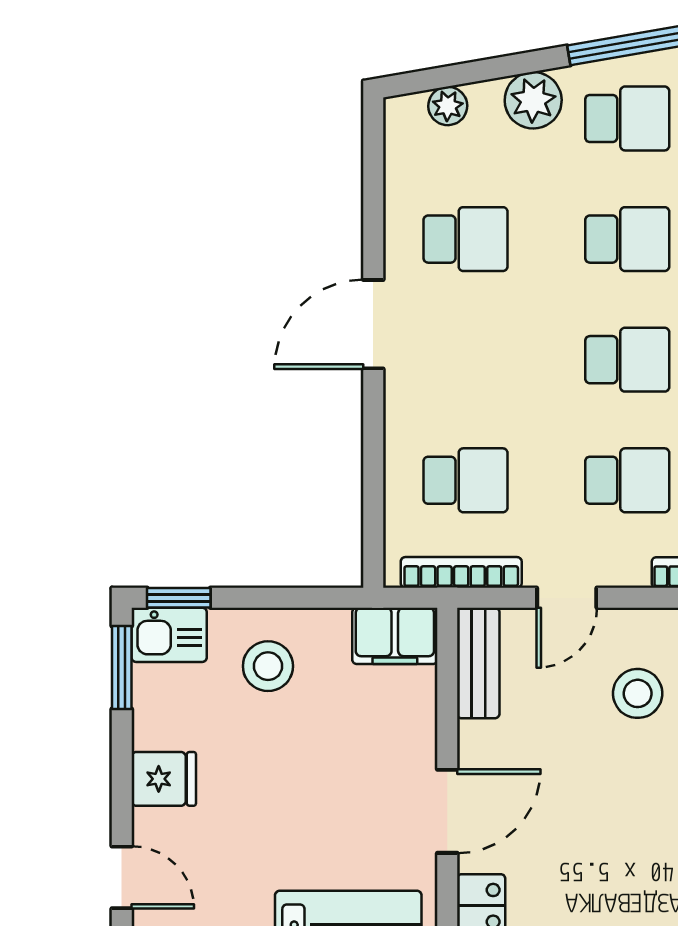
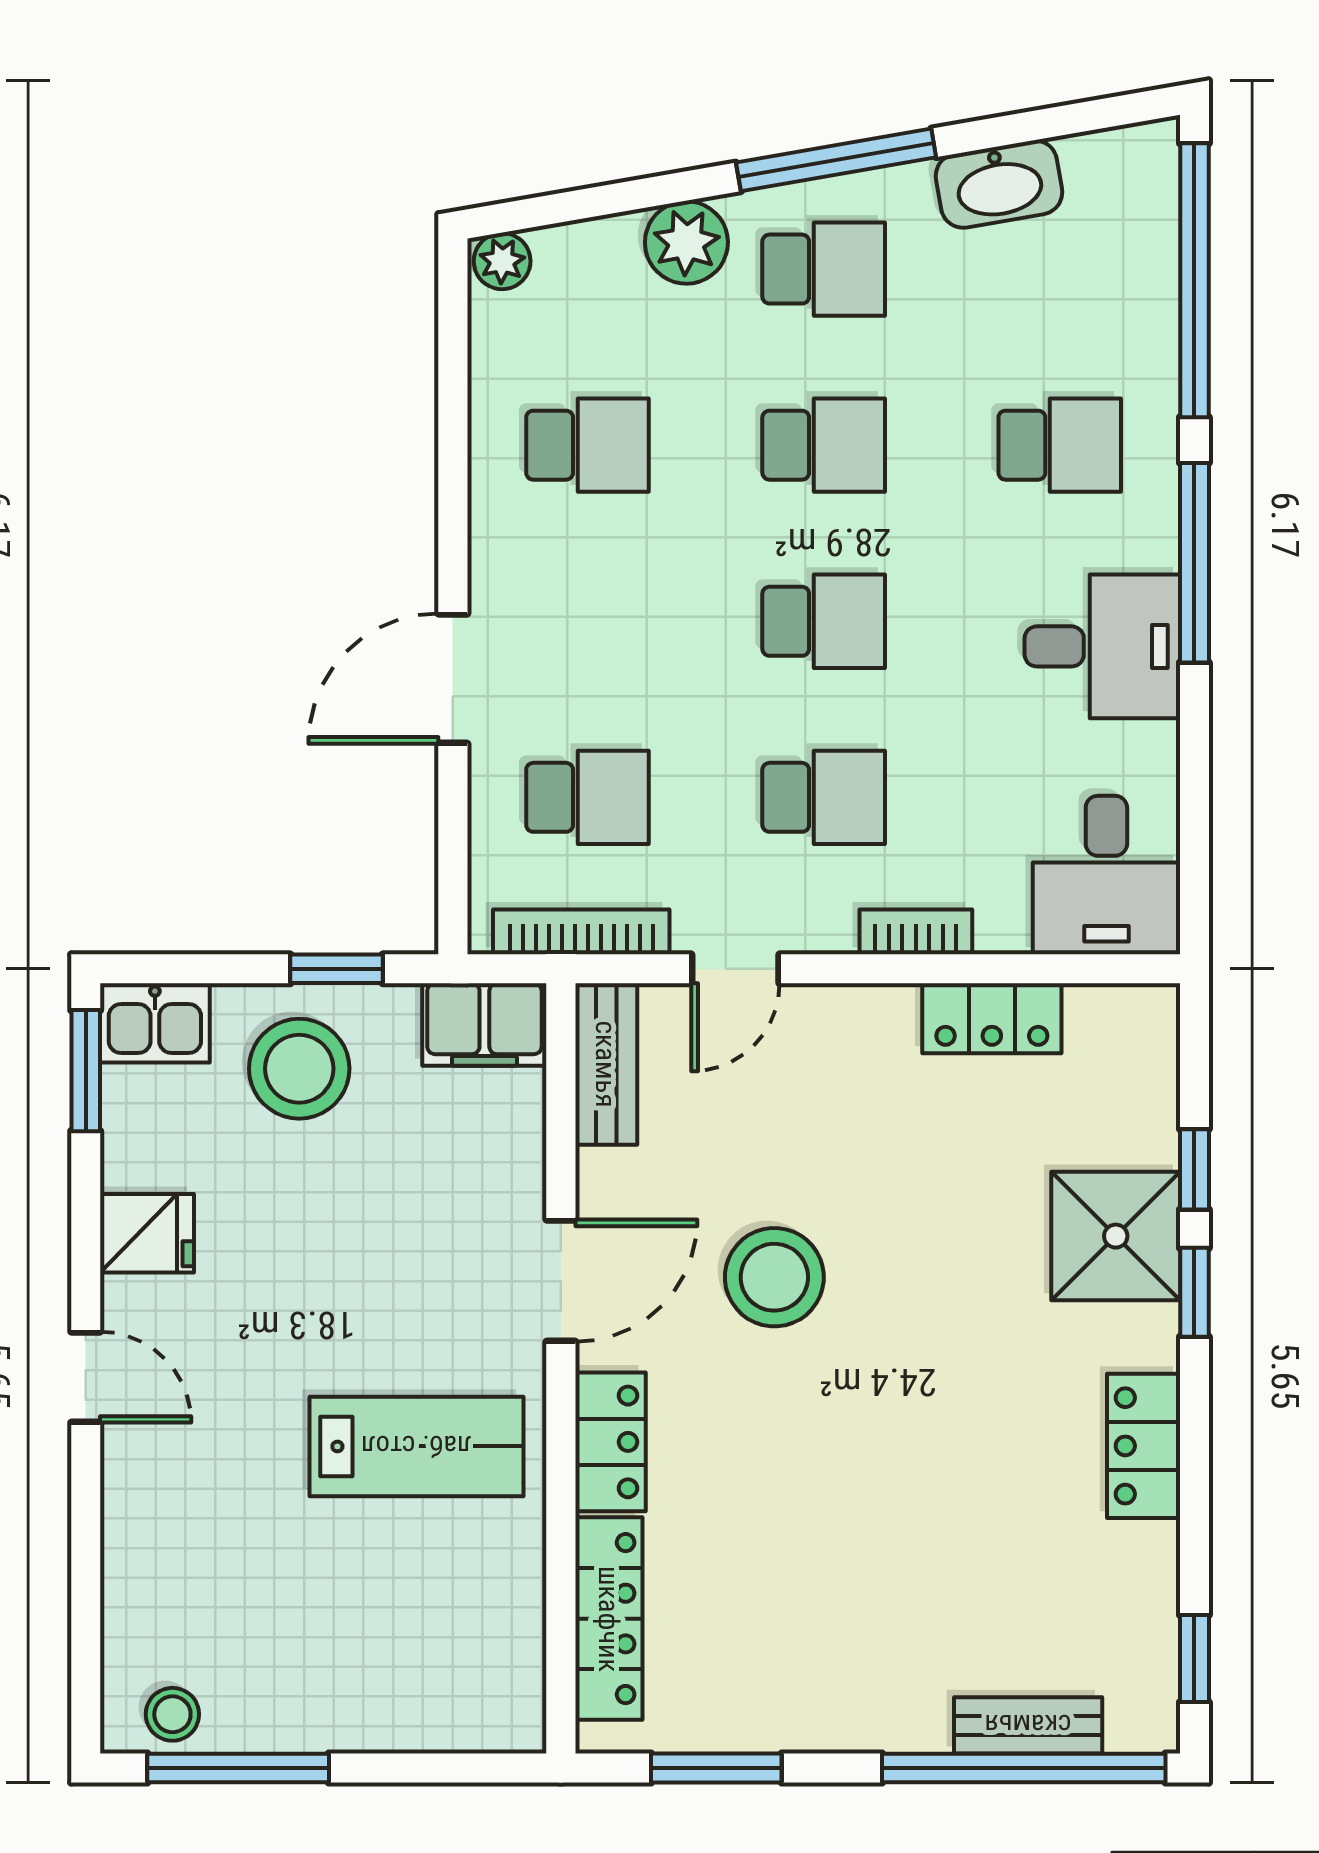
plant: (448, 106) -> (502, 261), moved
door: (373, 324) -> (453, 679), moved
window: (179, 598) -> (336, 969), moved
stool: (268, 666) -> (299, 1069), width x1.38, depth x1.38
stool: (638, 693) -> (774, 1277), moved, width x1.38, depth x1.38

